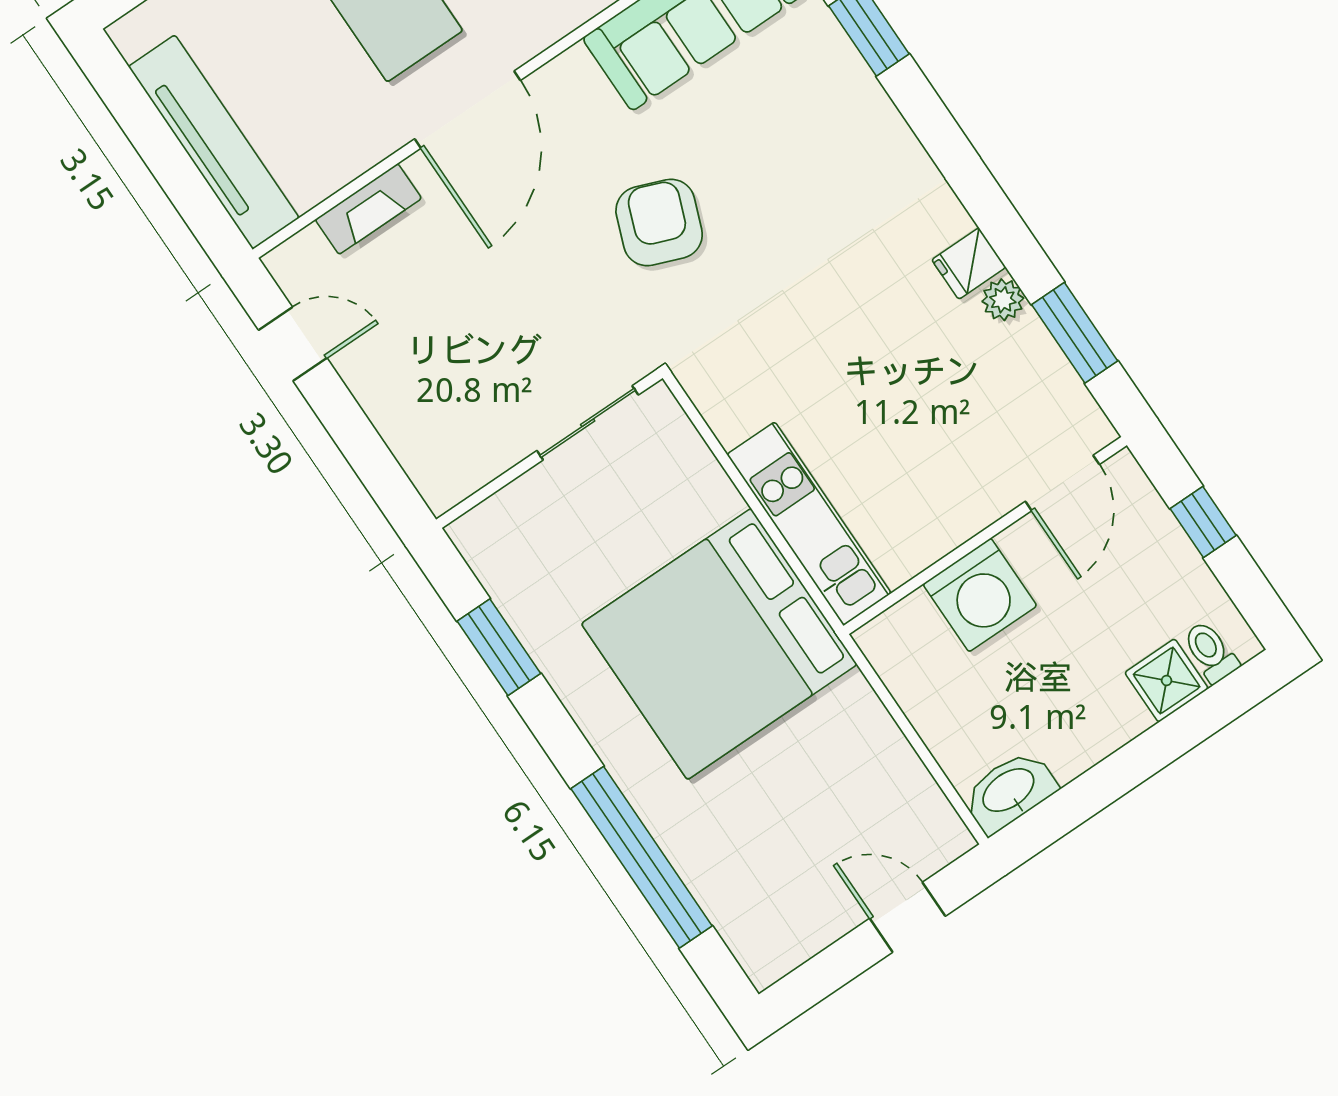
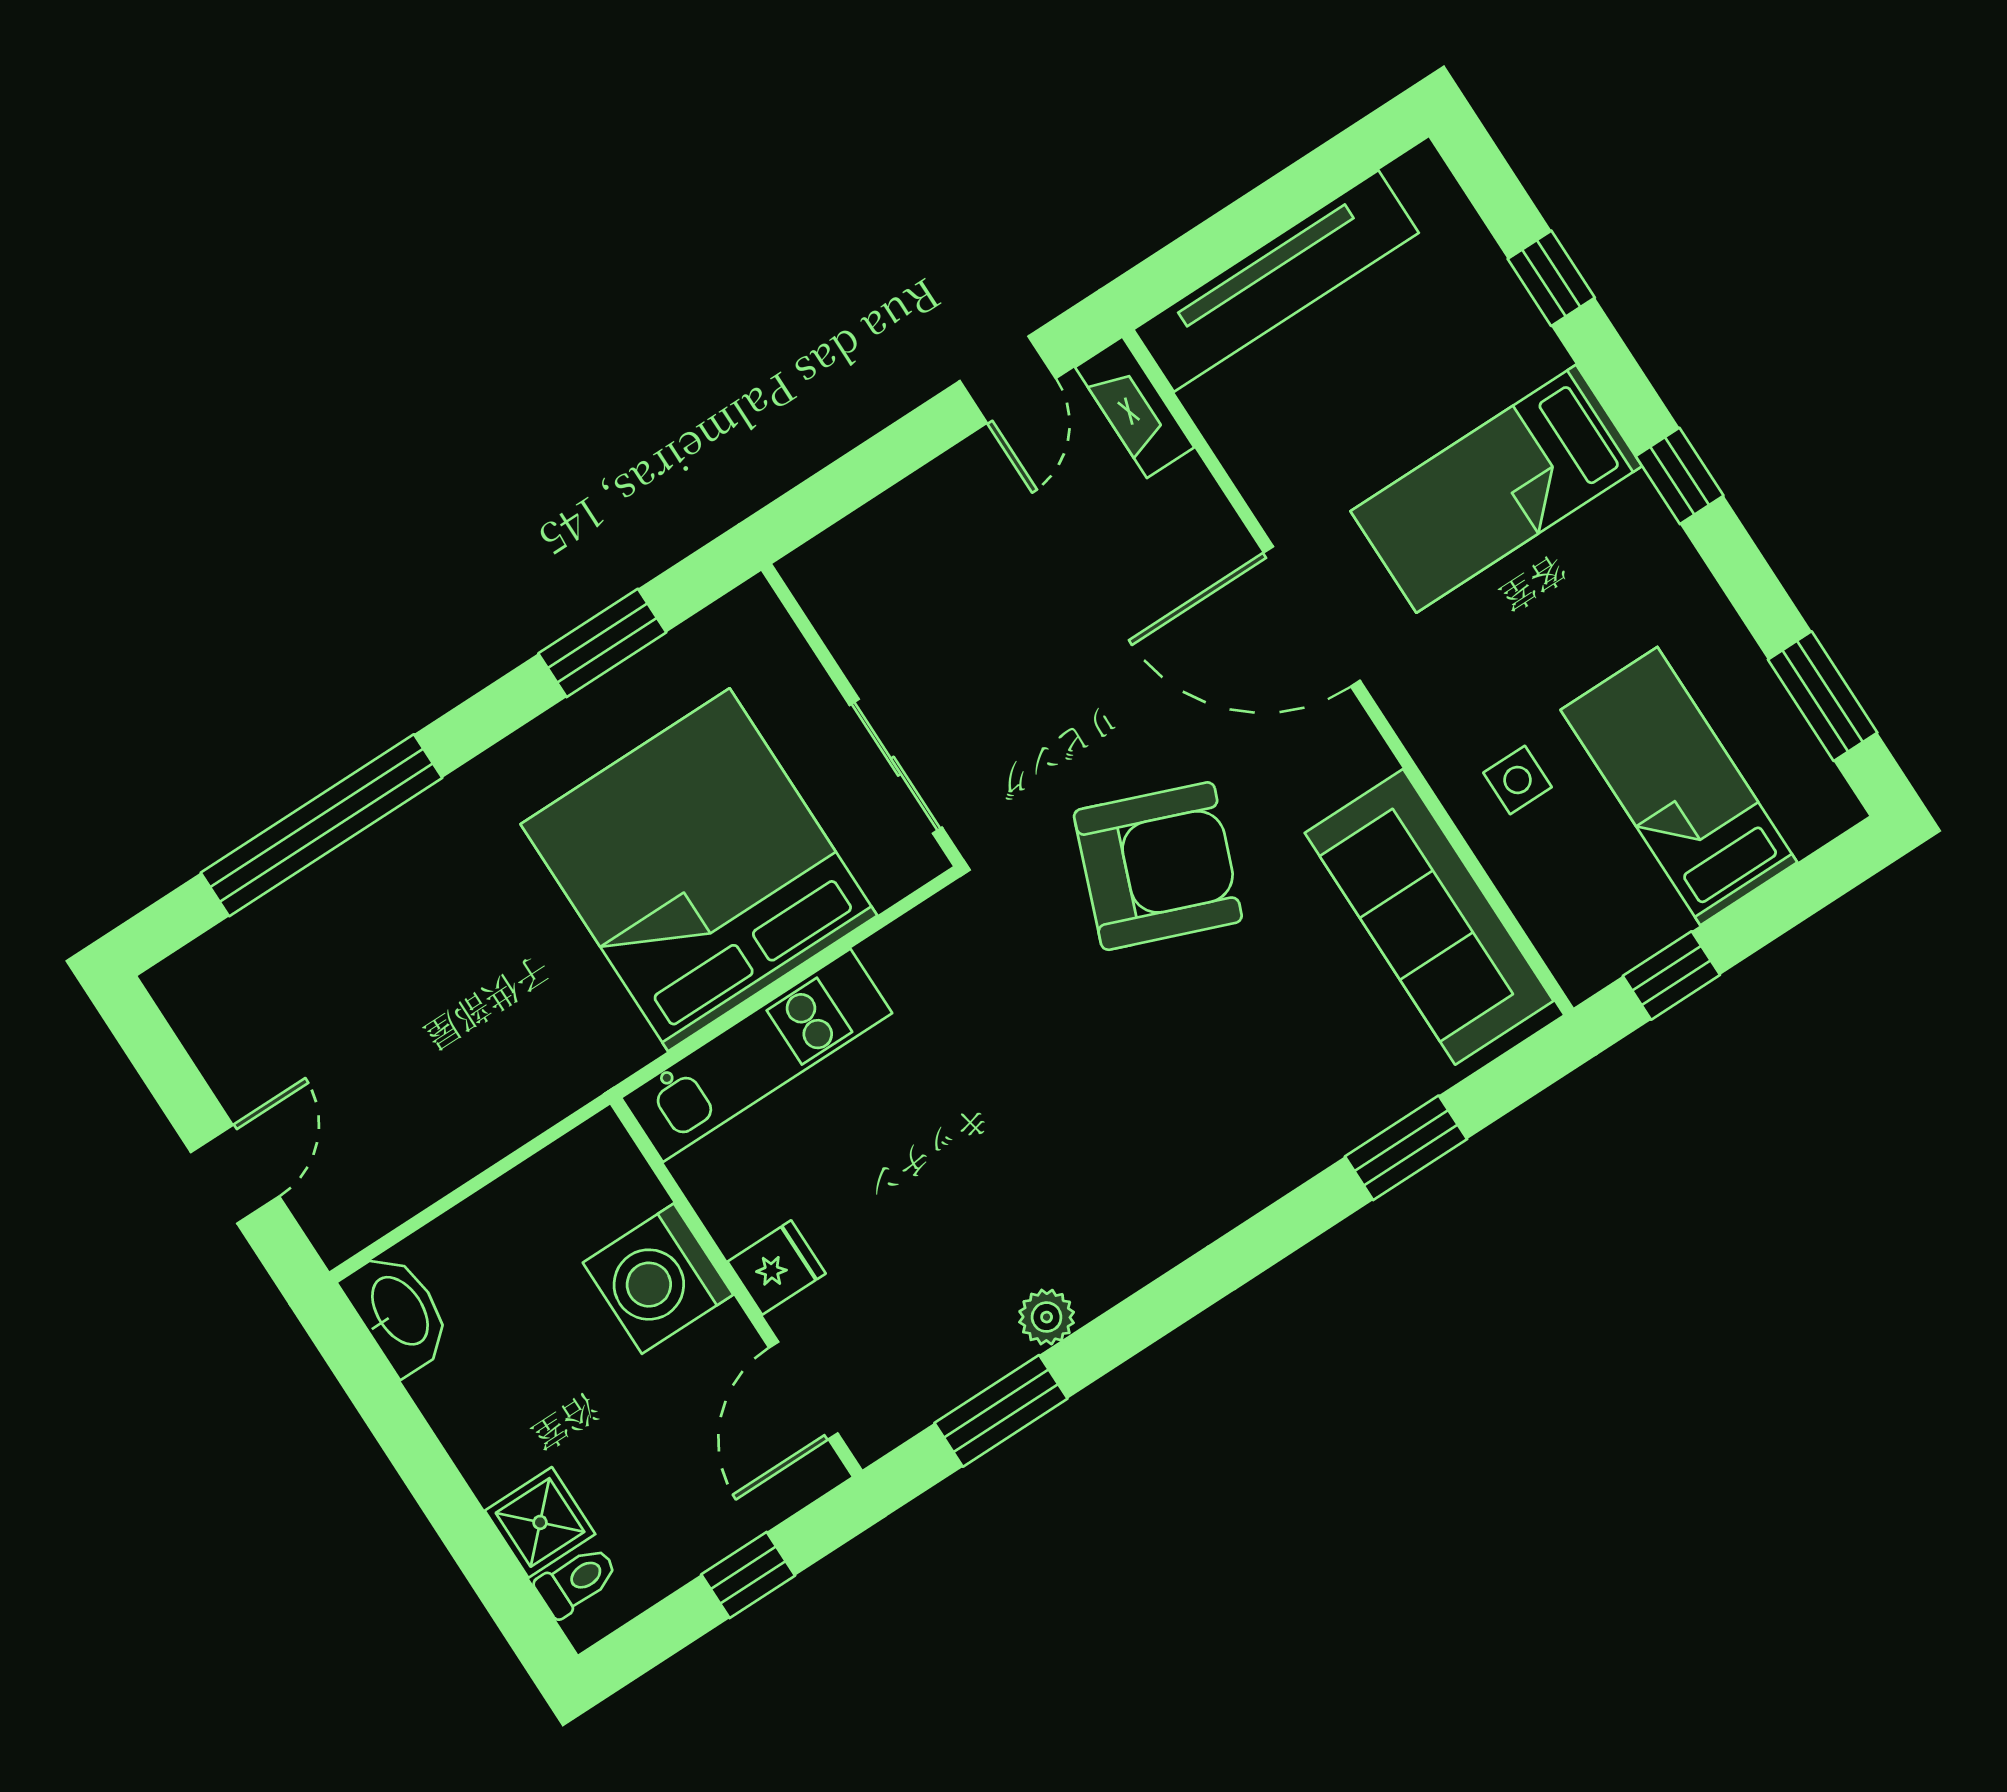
fireplace: (368, 209) -> (1135, 407), moved
armchair: (659, 223) -> (1158, 866), width x1.36, depth x1.36
fridge: (969, 263) -> (777, 1268), moved, turned 90
door: (1062, 483) -> (803, 1391), hinge flipped
bed: (719, 644) -> (699, 870), moved

